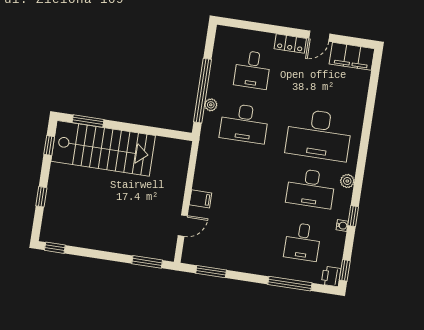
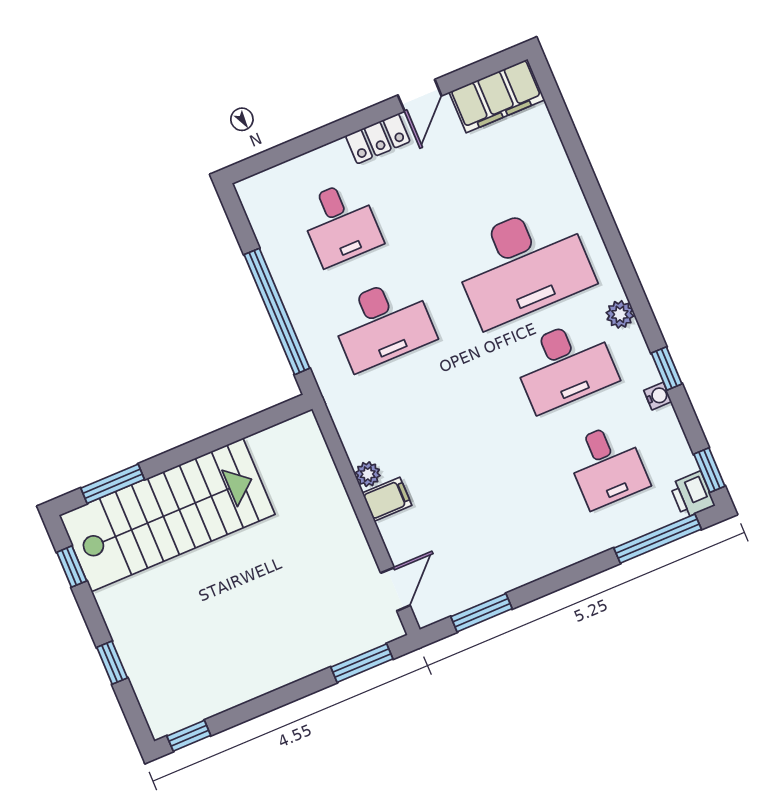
plant: (211, 105) -> (368, 474), moved
door: (183, 226) -> (395, 589), moved
window: (290, 284) -> (658, 539), moved

